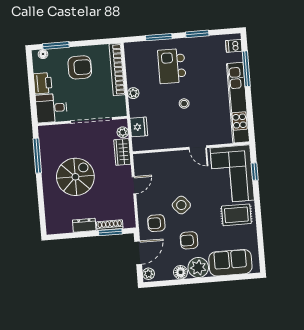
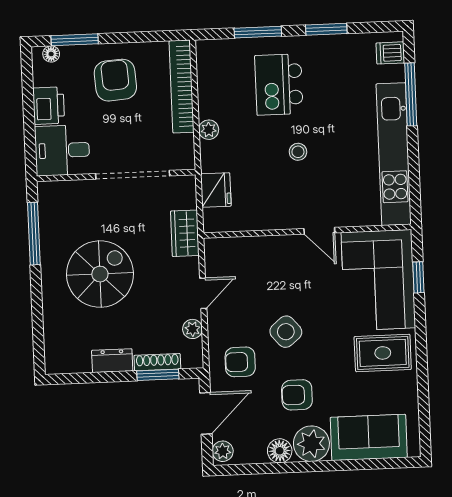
armchair: (80, 67) -> (115, 80), turned -94
plant: (123, 132) -> (192, 329), moved

